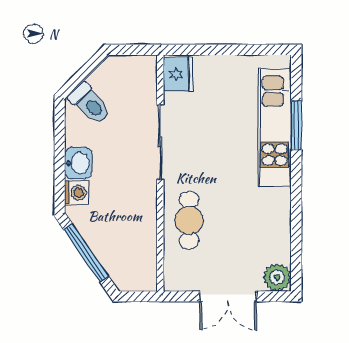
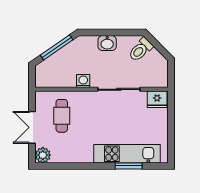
washing machine: (76, 193) -> (83, 81), moved, turned 180
cafe table: (189, 220) -> (62, 116), moved, turned 90

